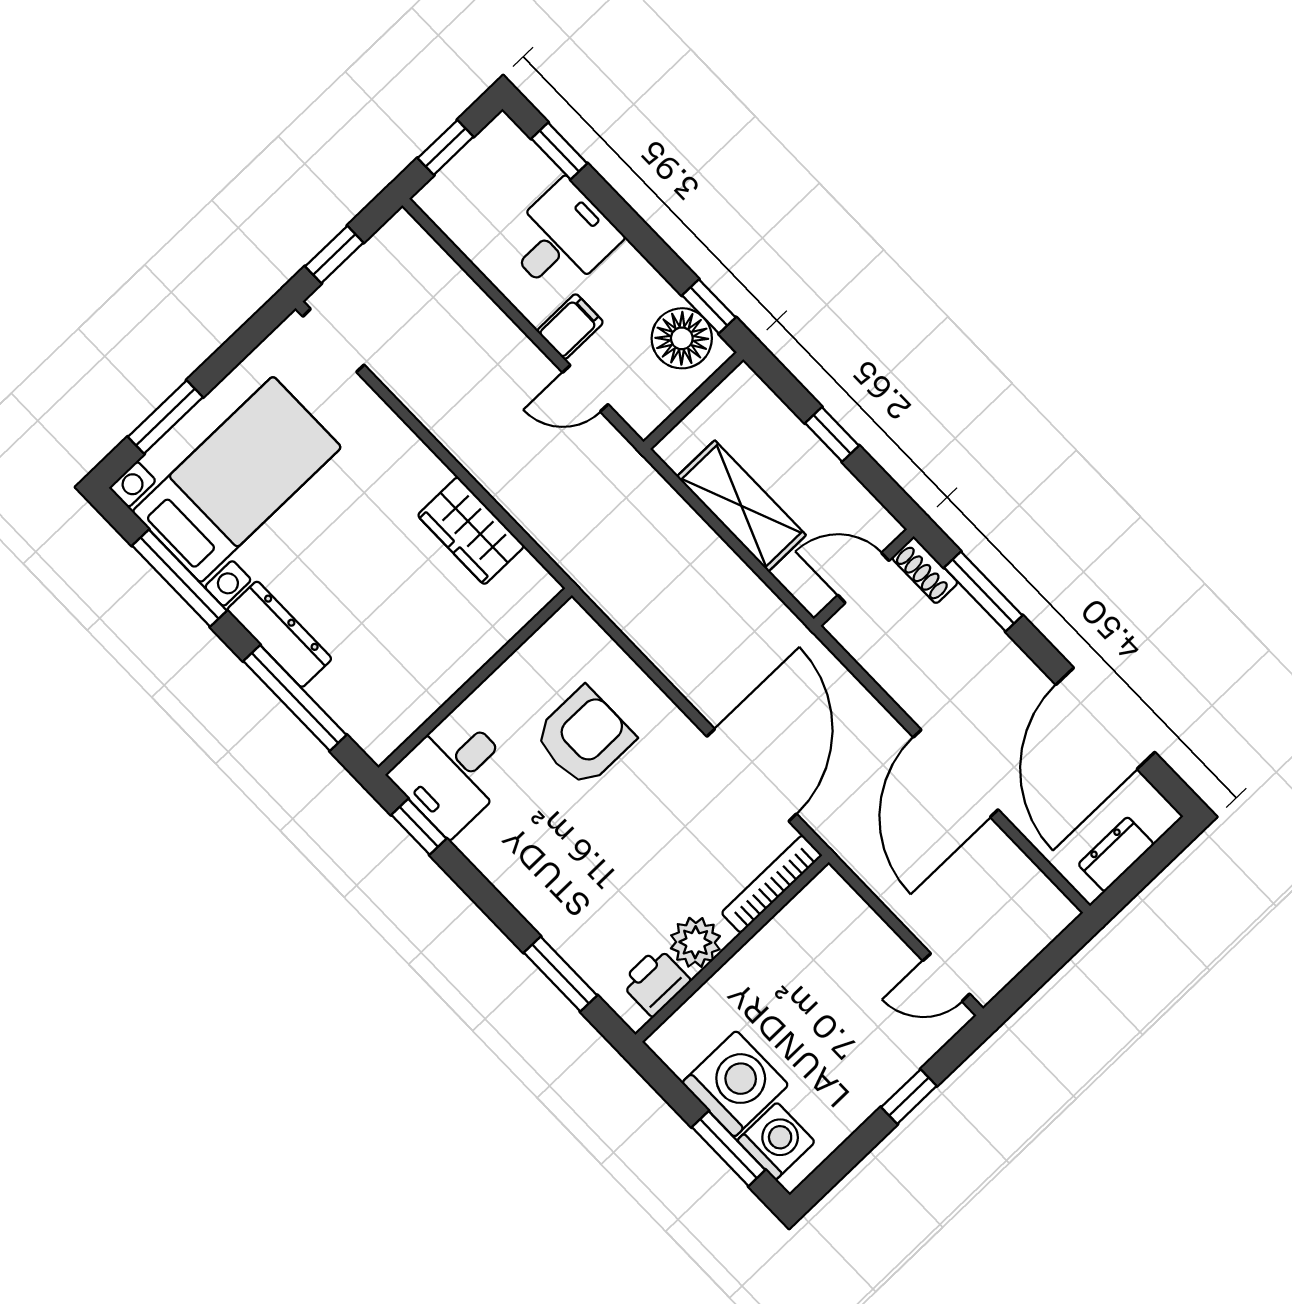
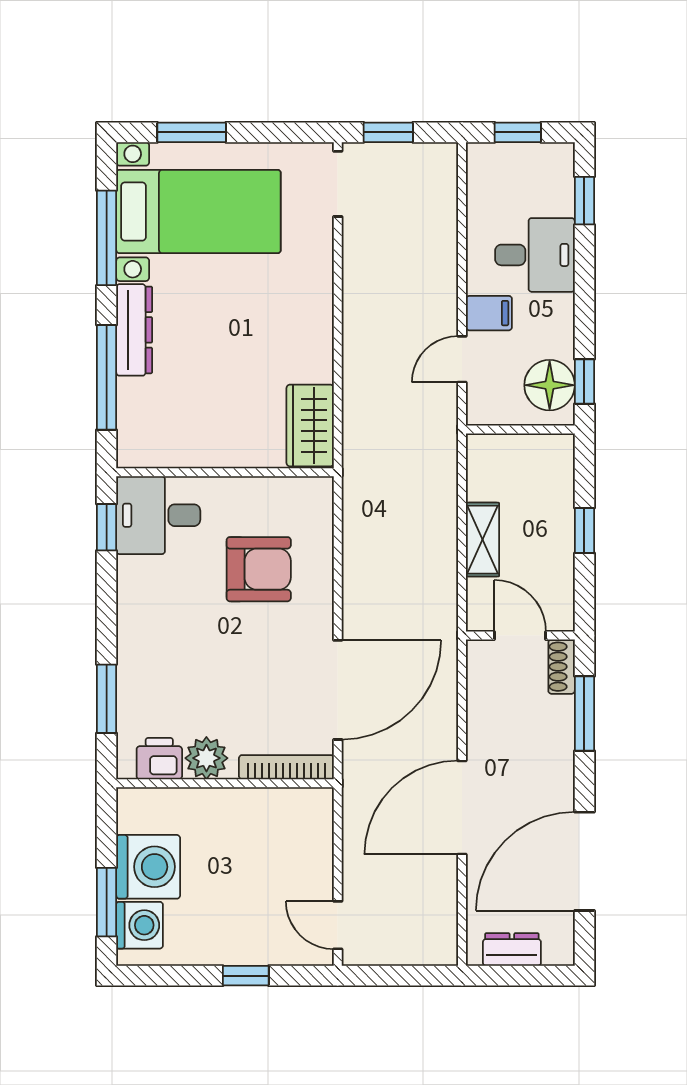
door: (585, 388) -> (462, 359), hinge flipped
shelving: (741, 506) -> (483, 540), width x0.67, depth x0.75
wardrobe: (471, 531) -> (310, 425), moved

